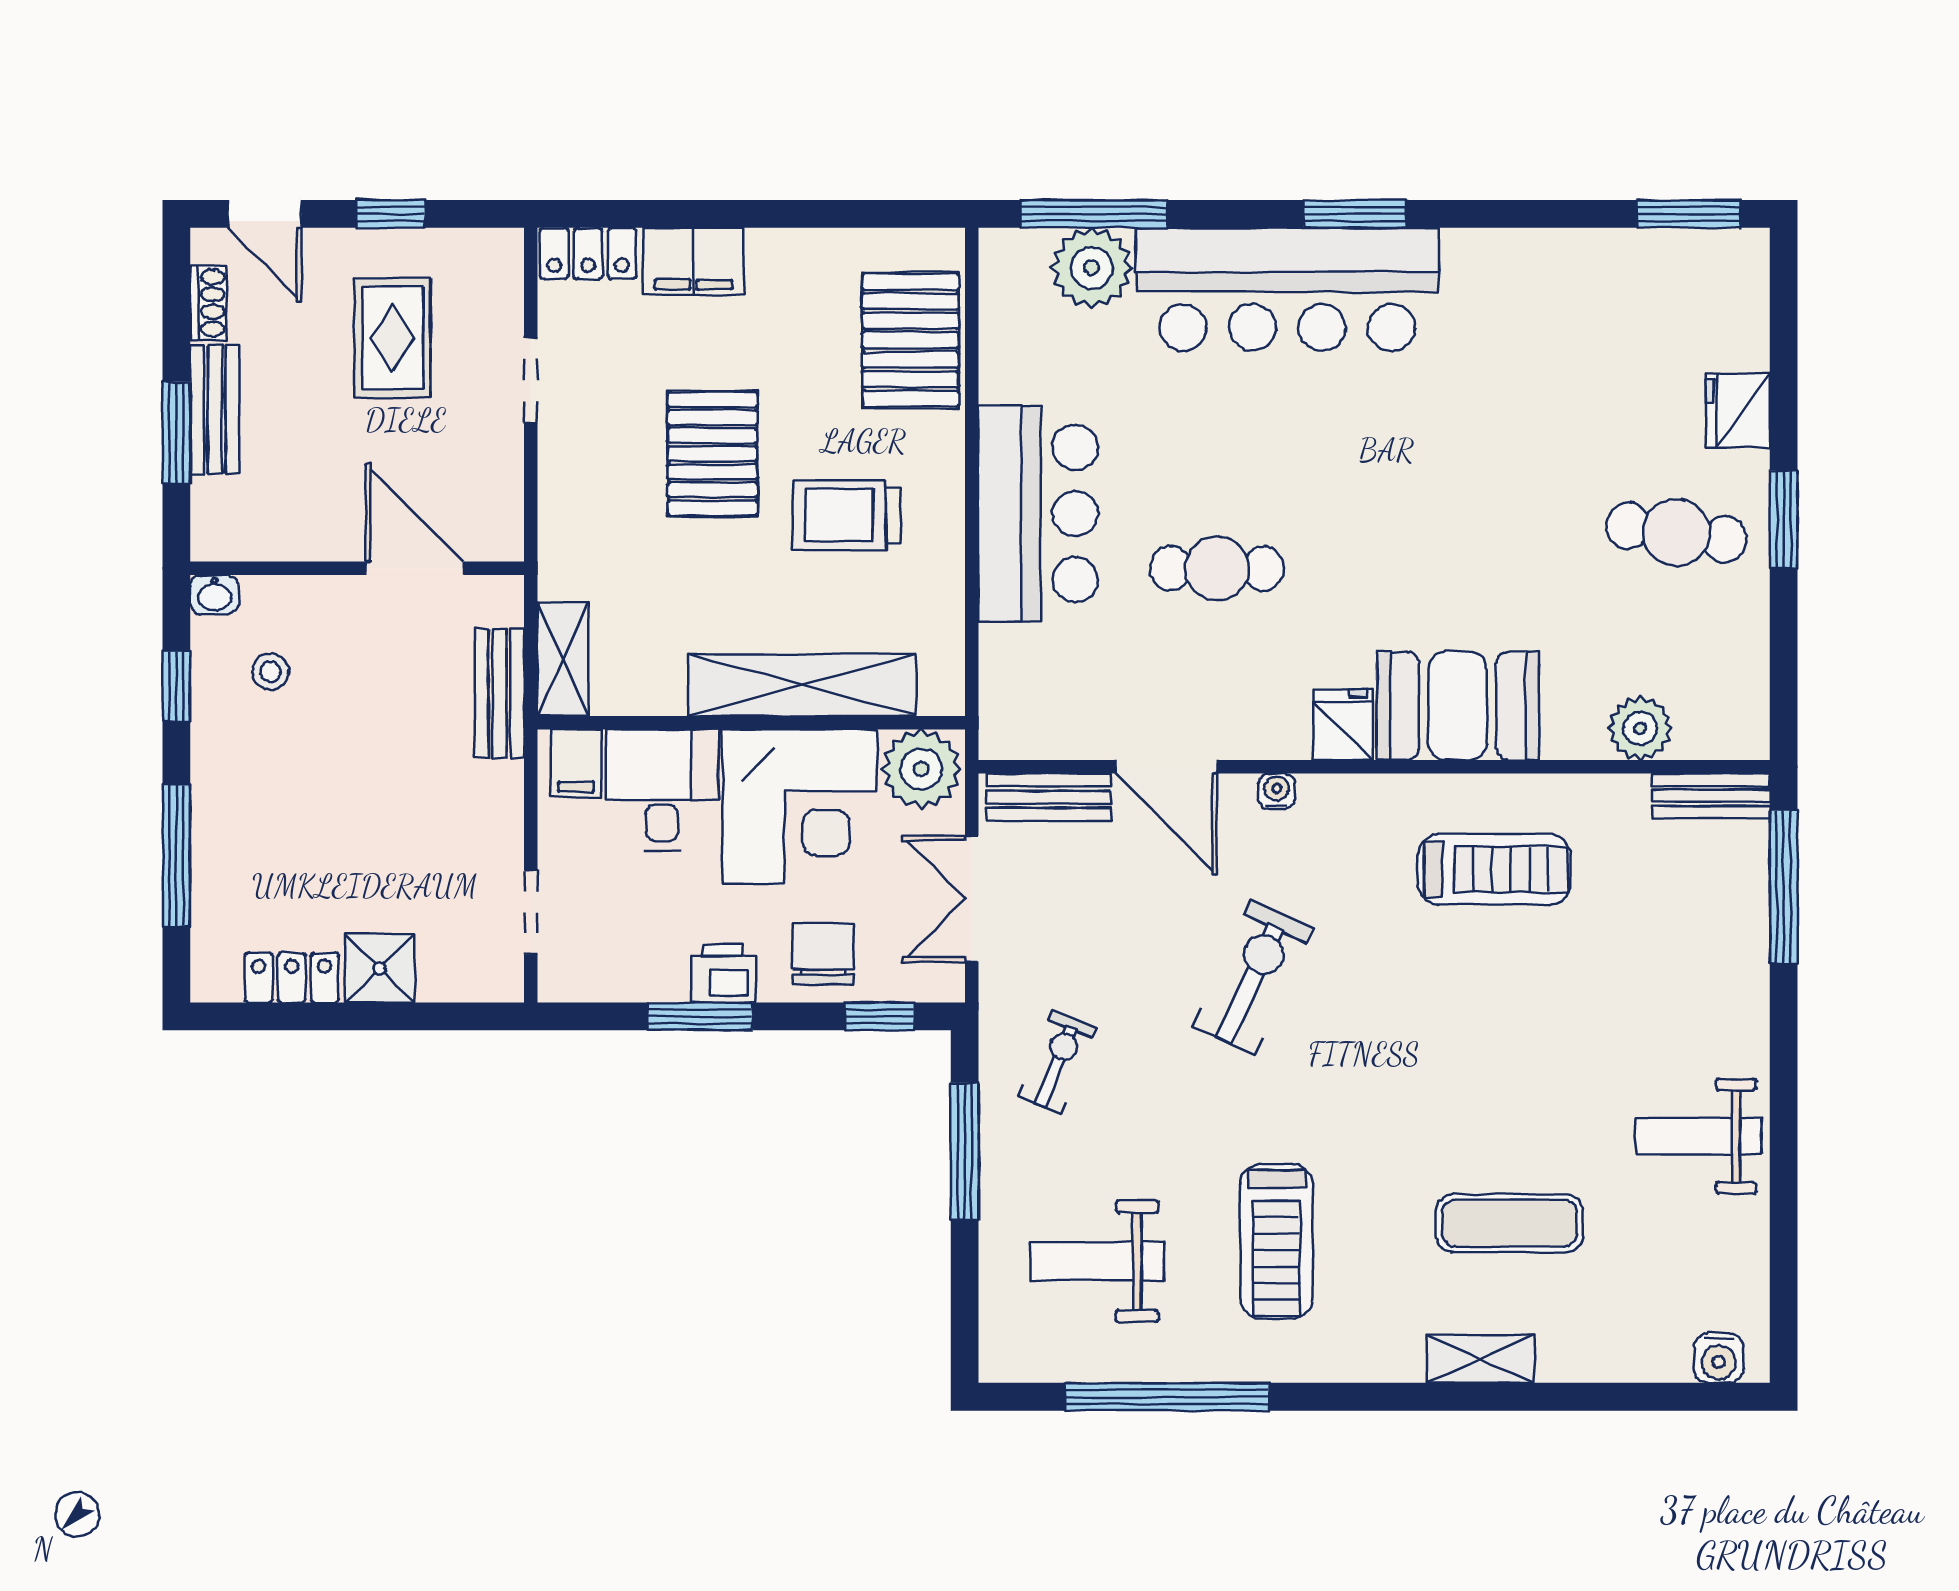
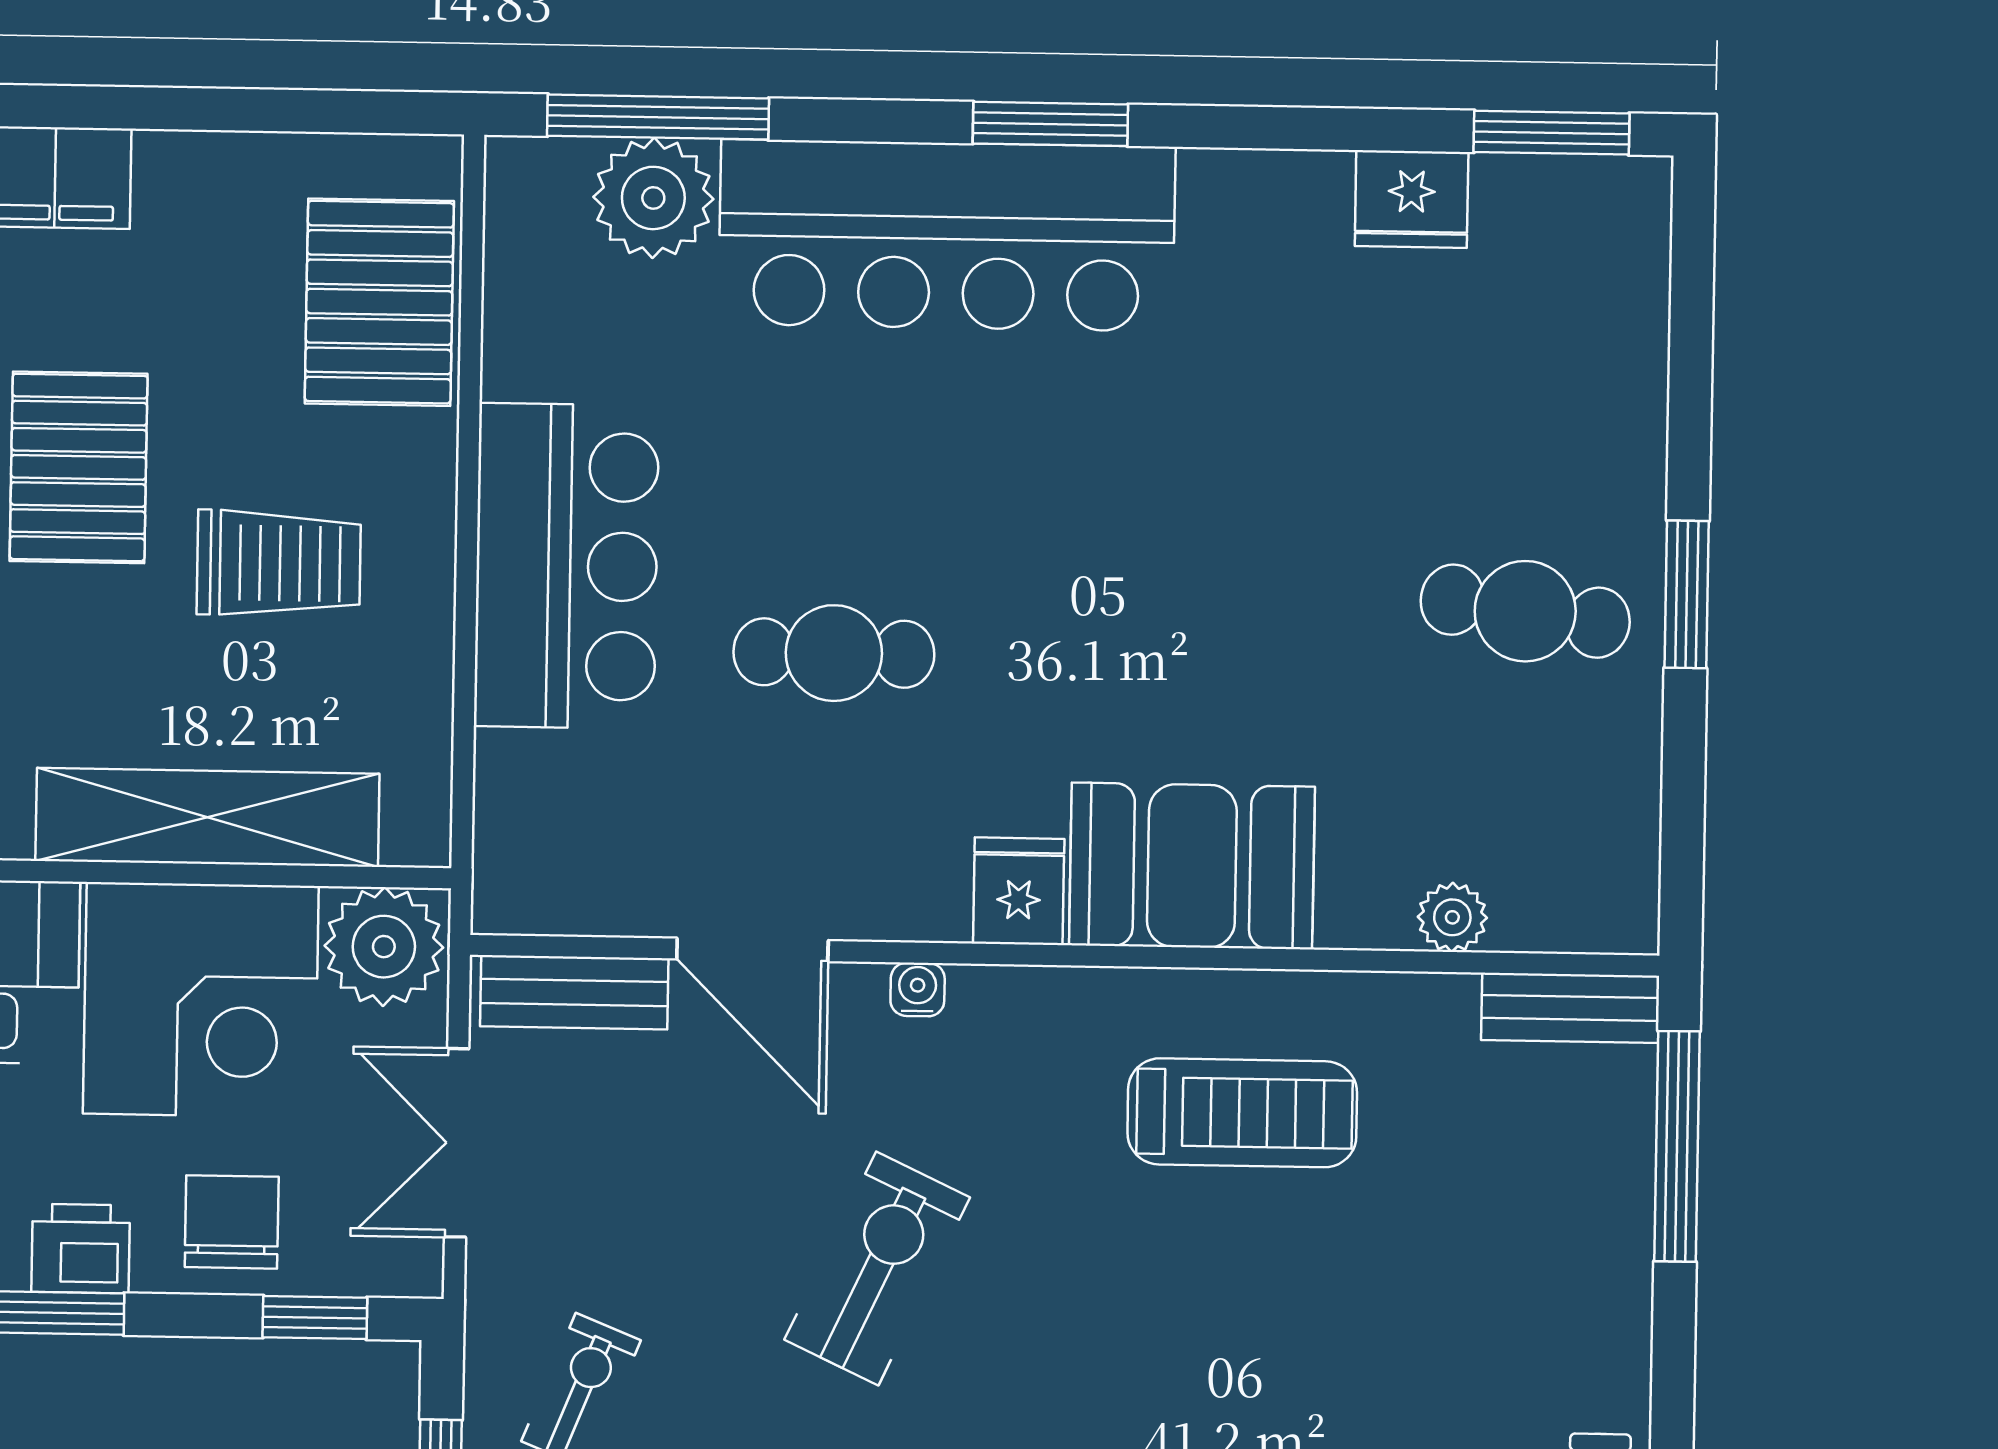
fridge: (1738, 410) -> (1412, 199), moved, turned -90
trolley: (847, 515) -> (279, 563), turned 180
plant: (1640, 728) -> (1452, 917), width x0.73, depth x0.73

